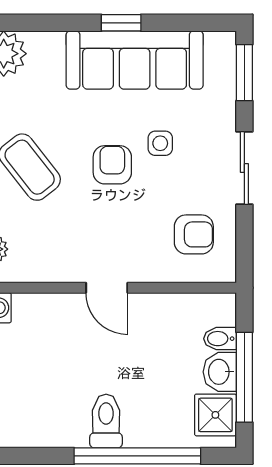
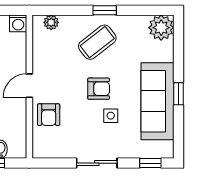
window: (244, 73) -> (150, 163), width x0.67
armchair: (194, 234) -> (49, 115), moved

